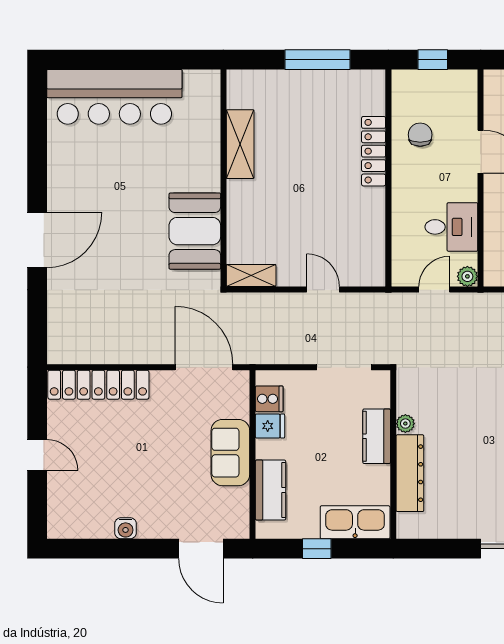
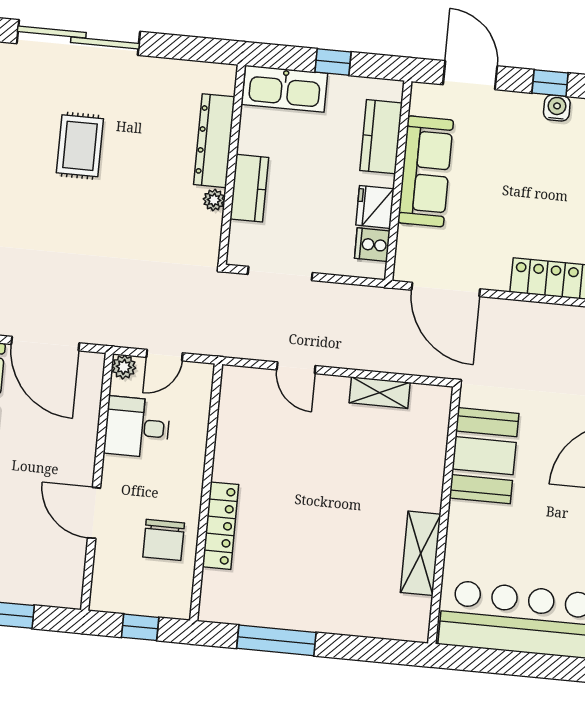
chair: (420, 135) -> (164, 540), width x1.37, depth x1.37
shelving: (240, 144) -> (421, 553), moved
wall: (223, 178) -> (444, 515), moved
booth: (195, 231) -> (484, 456), moved
fridge: (270, 426) -> (375, 207), width x1.38
sofa: (230, 453) -> (426, 171), width x1.36
window: (133, 549) -> (550, 83), added

